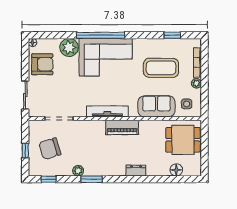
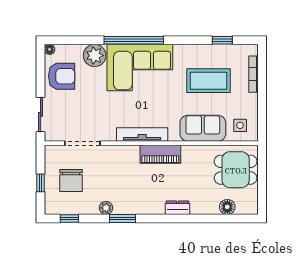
plant: (196, 83) -> (252, 100), removed
chair: (50, 149) -> (71, 181), turned -73

